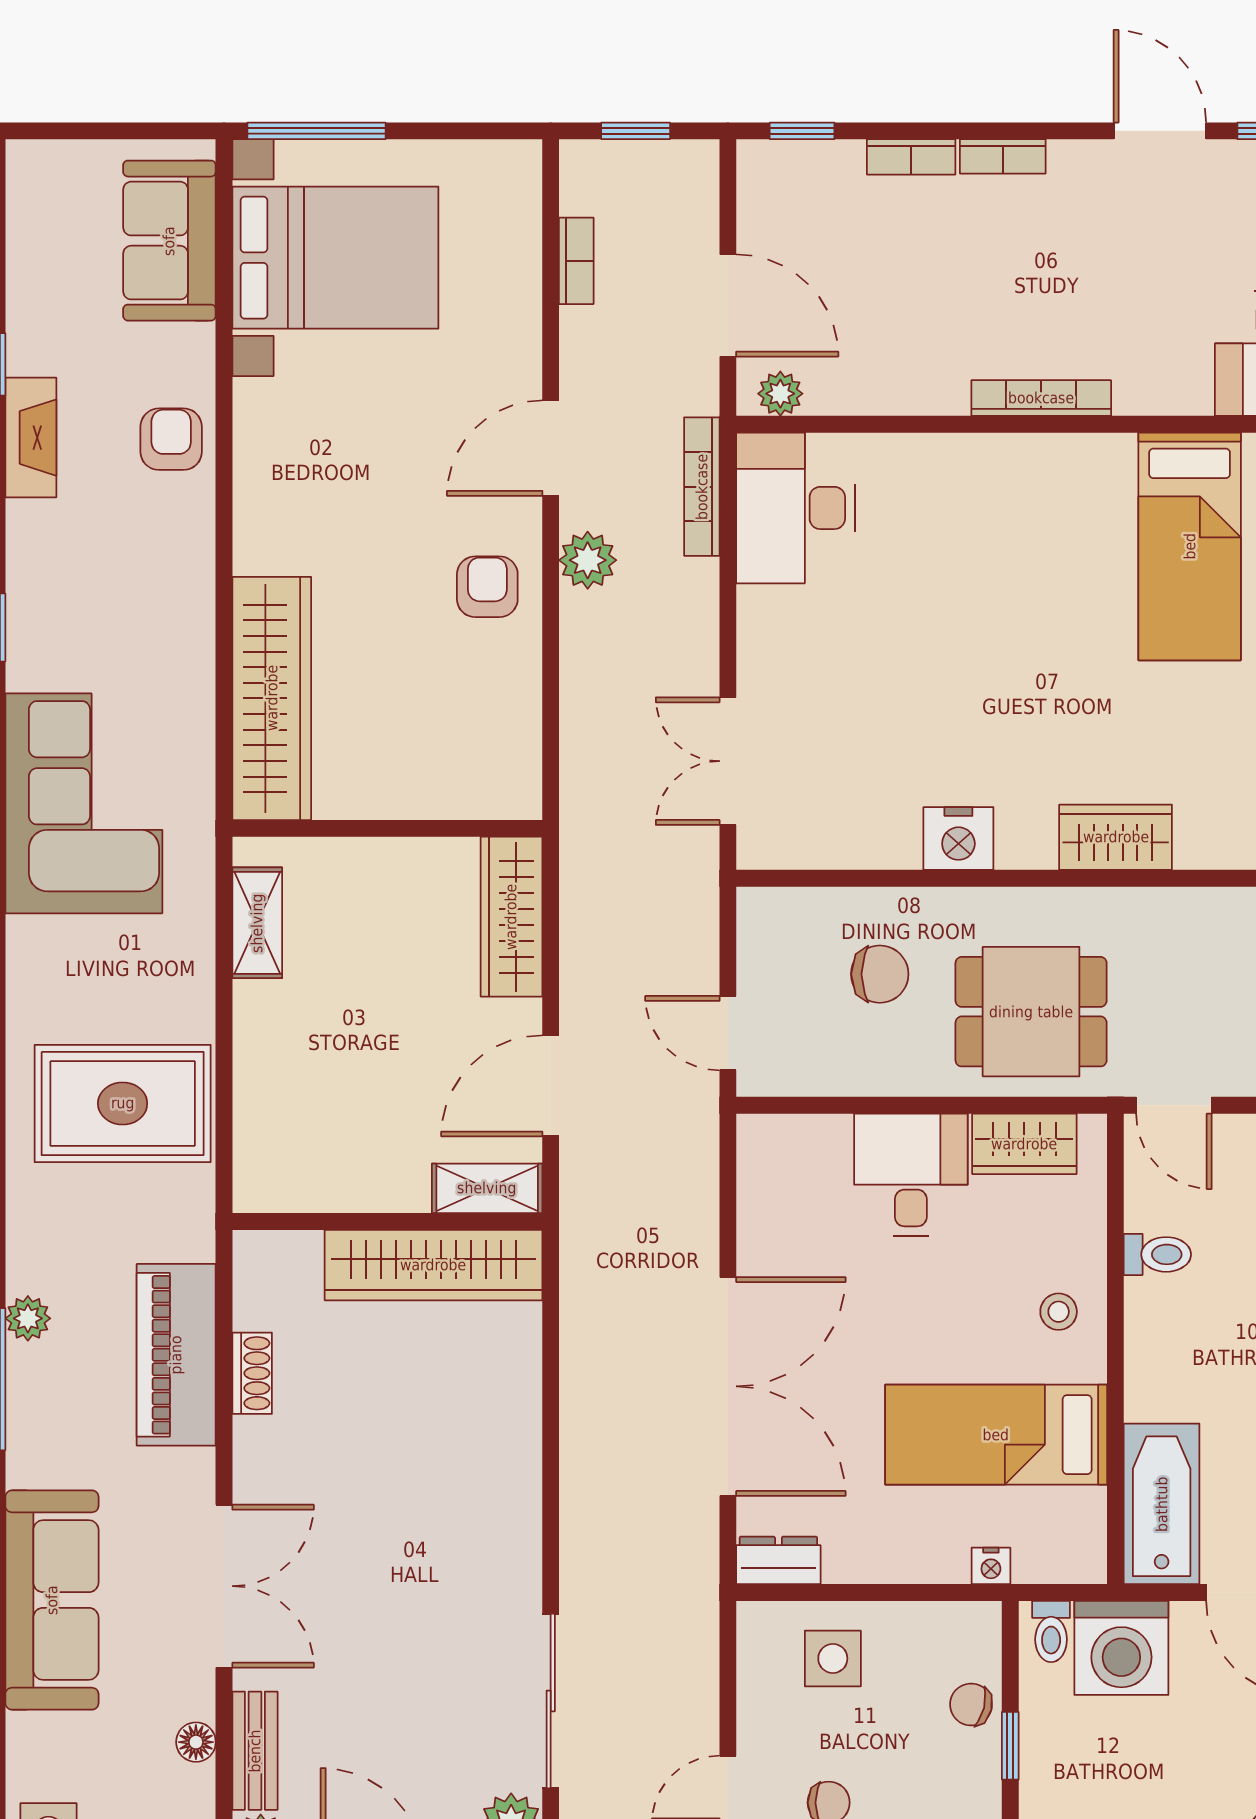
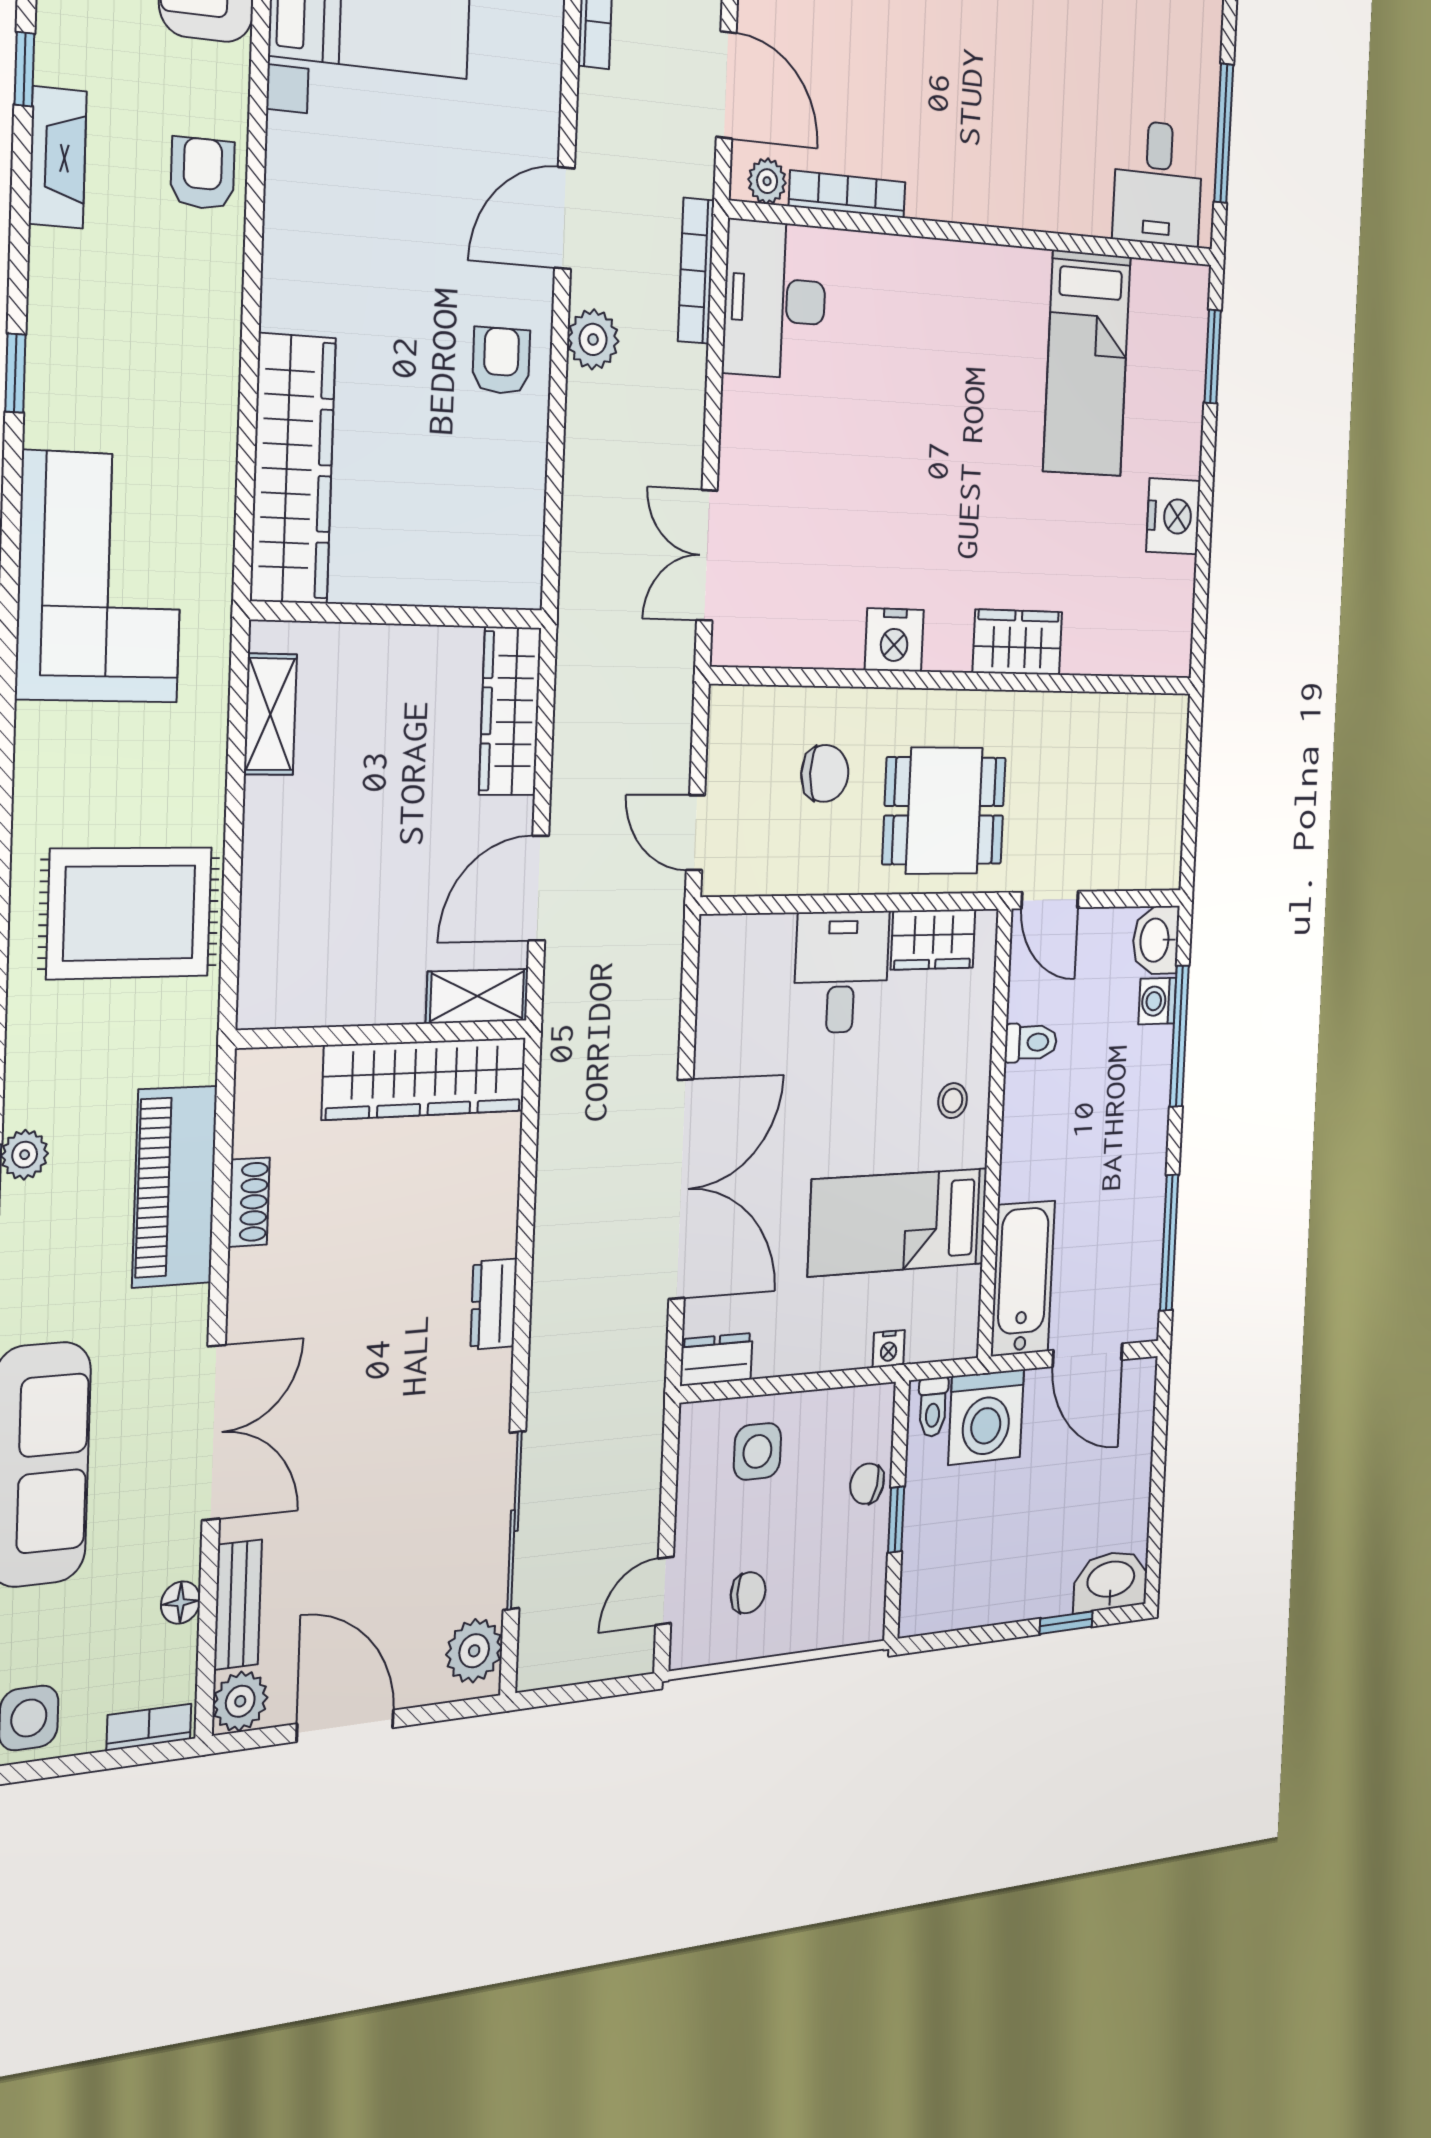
bookcase: (1041, 398) -> (847, 194), moved
dresser: (518, 1487) -> (494, 1304), added

